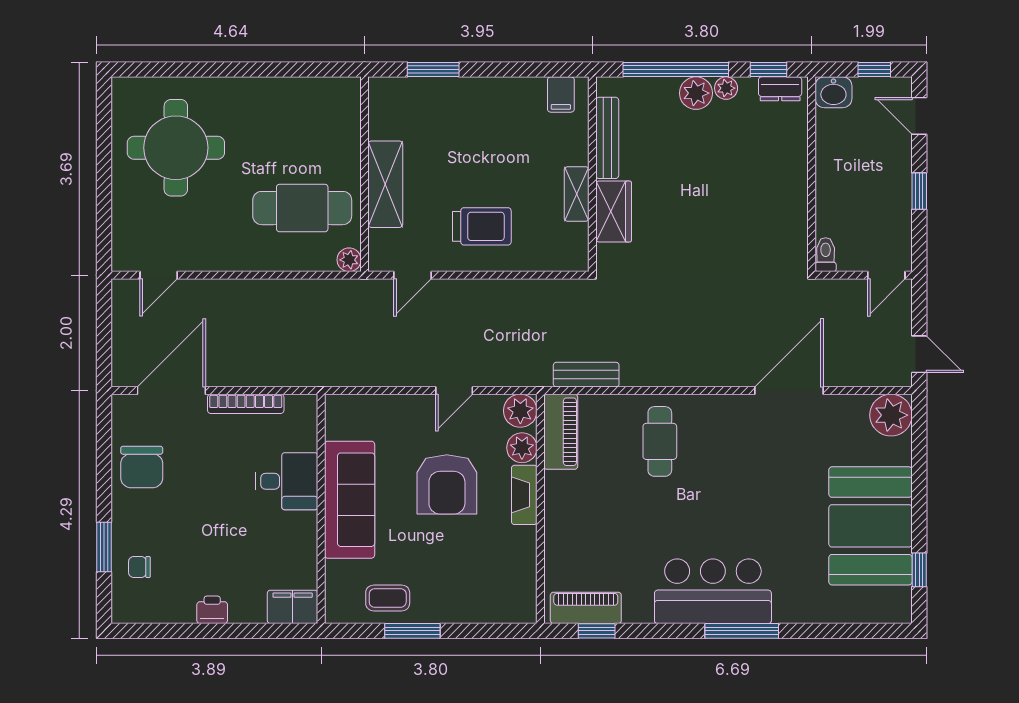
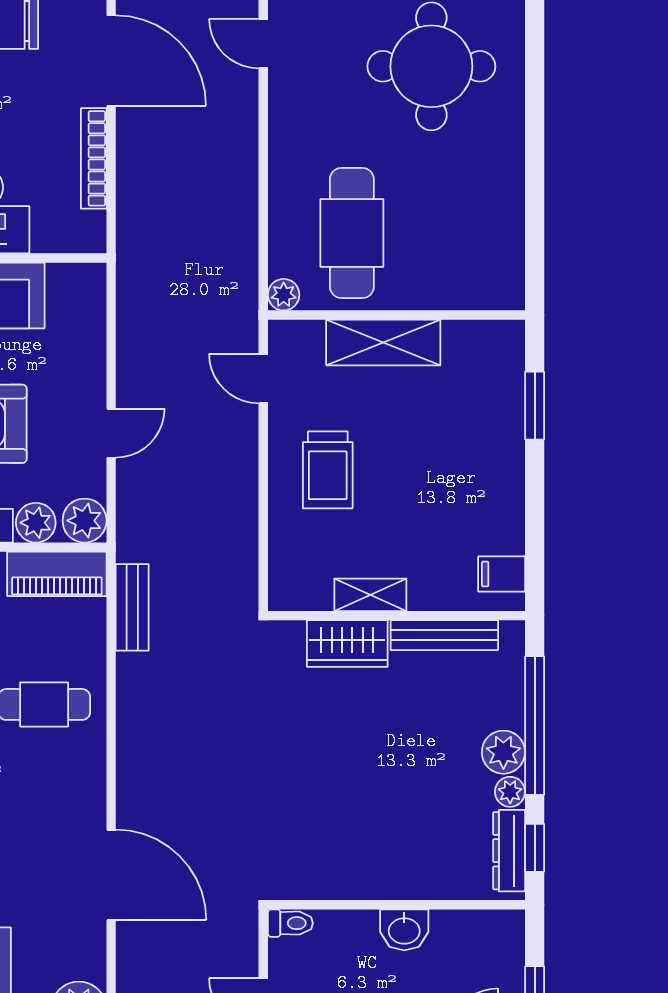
dresser: (780, 89) -> (509, 851), width x1.44
washbasin: (833, 92) -> (404, 930), moved, turned -90
door: (454, 391) -> (111, 433), swing flipped

